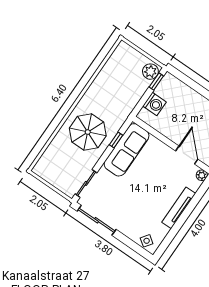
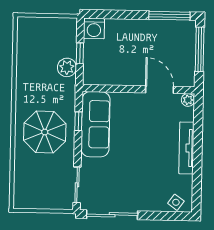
plant: (150, 72) -> (67, 67), moved
window: (156, 81) -> (80, 53), moved
washing machine: (155, 104) -> (94, 28), moved, turned 90

